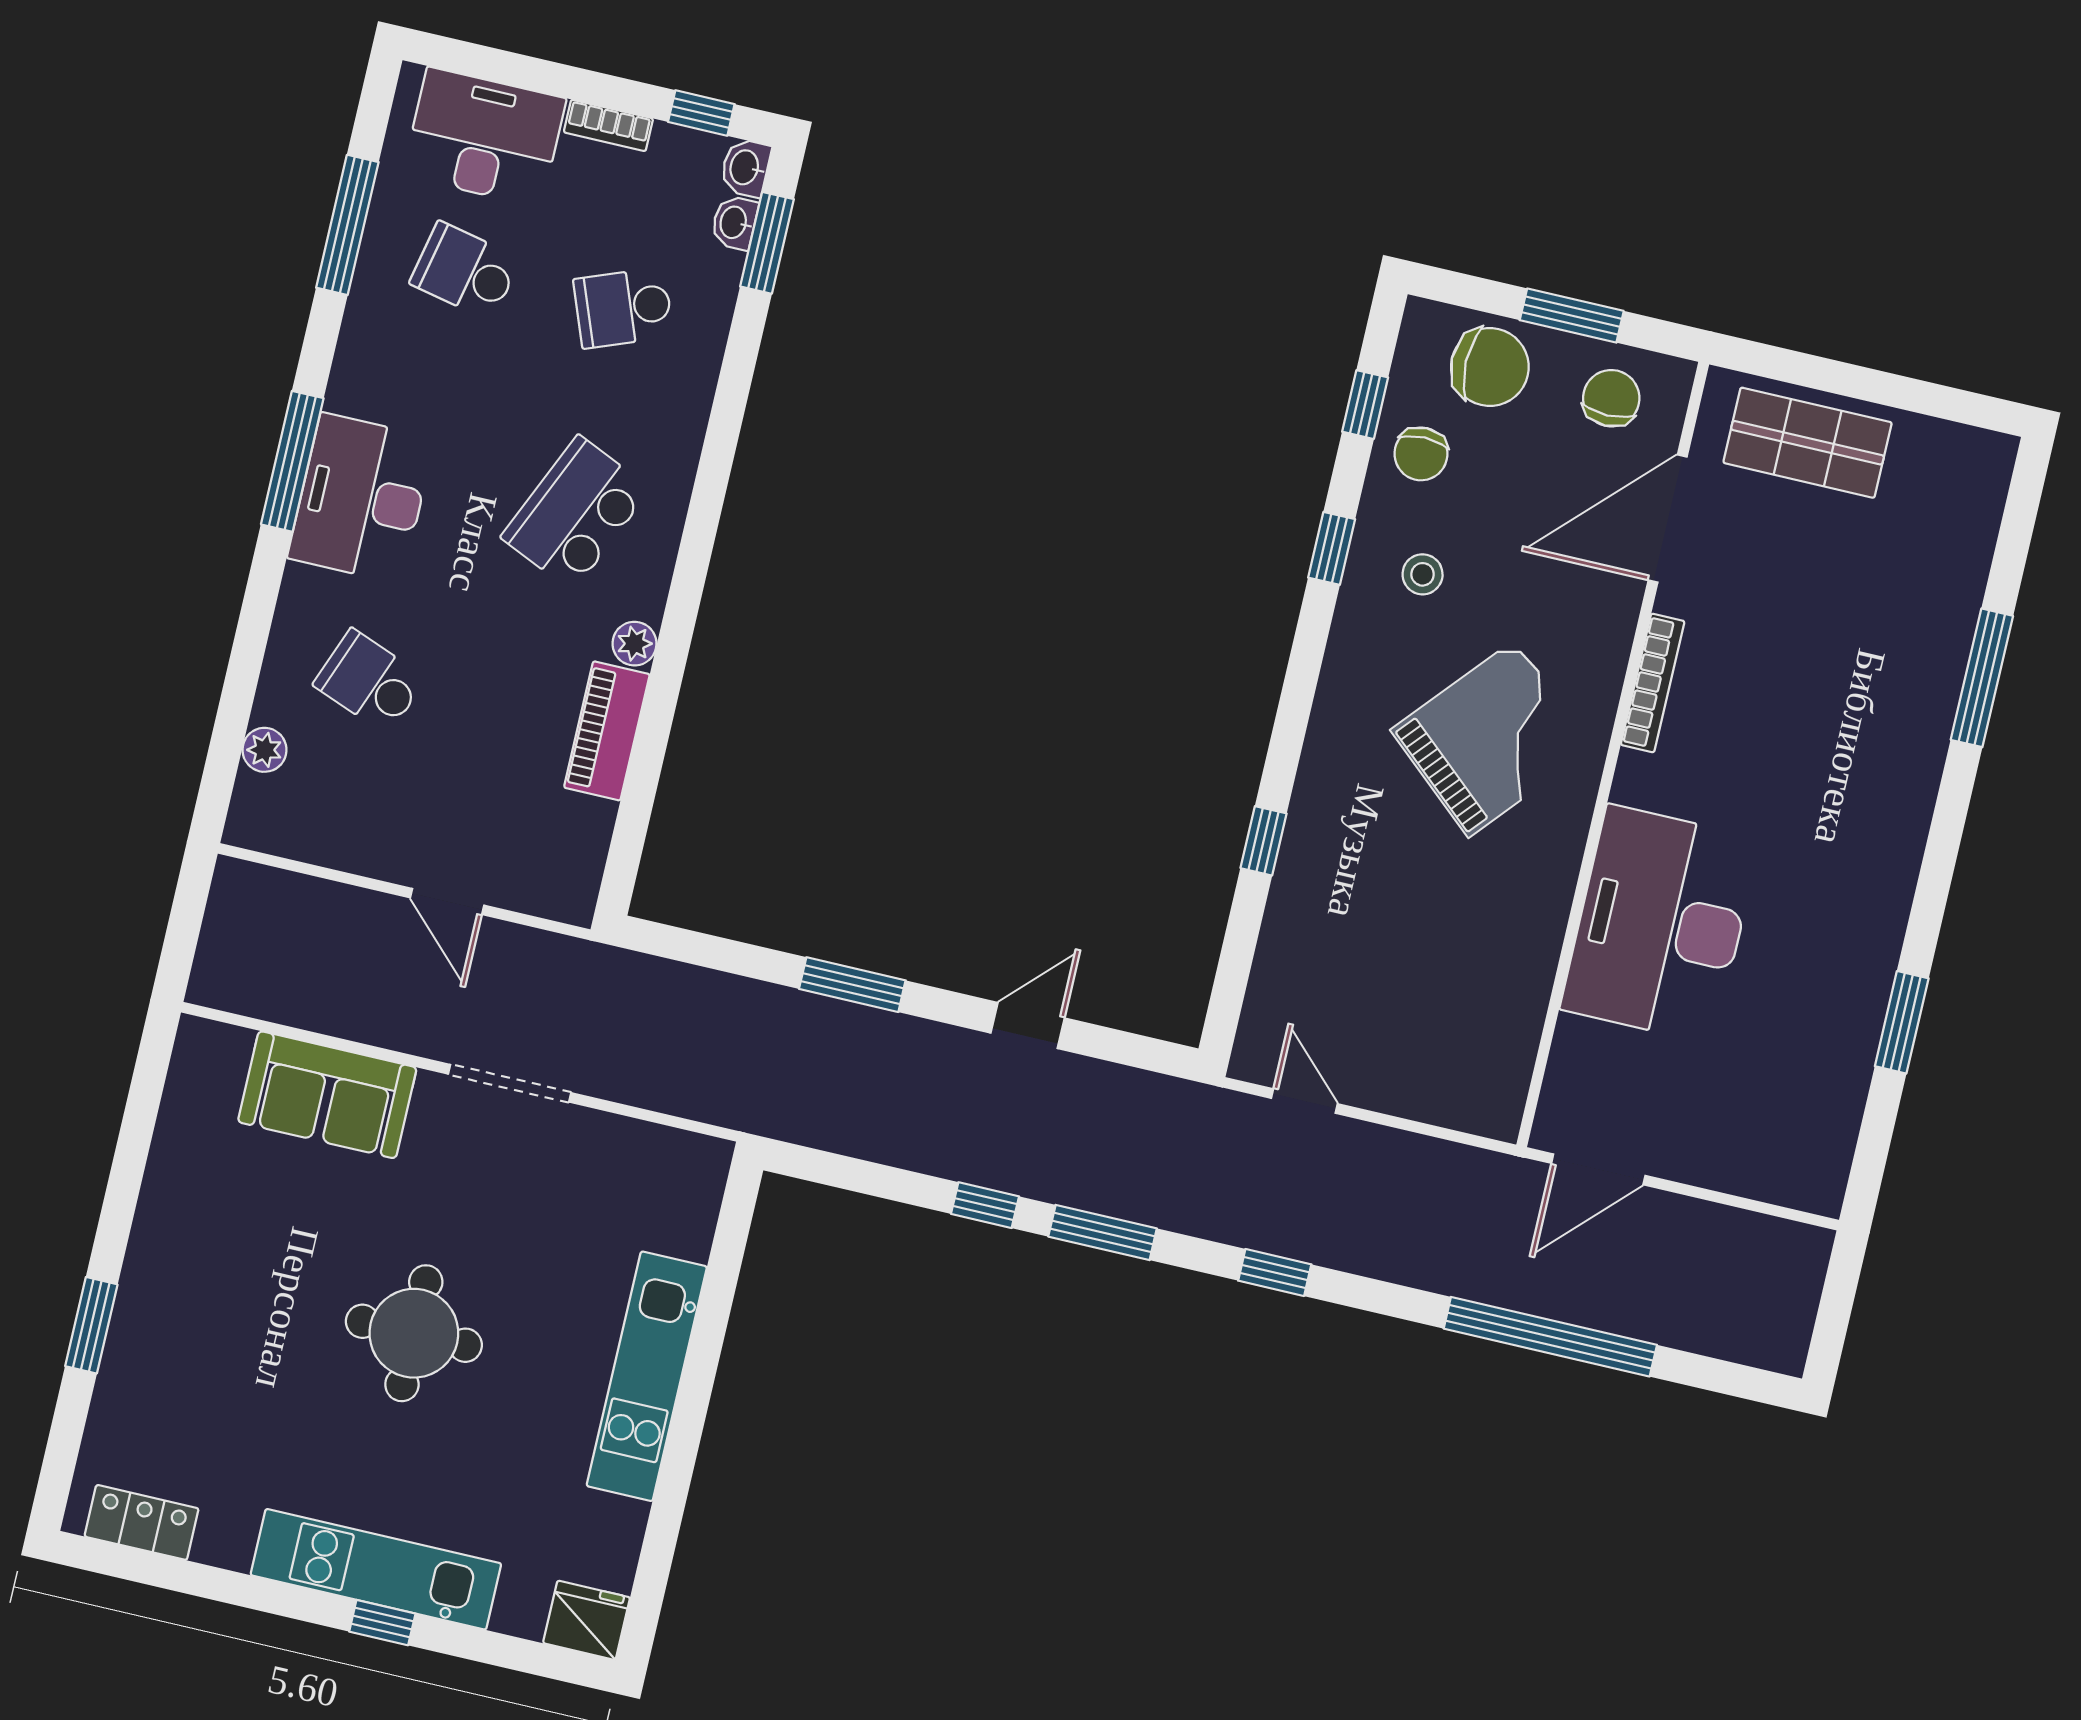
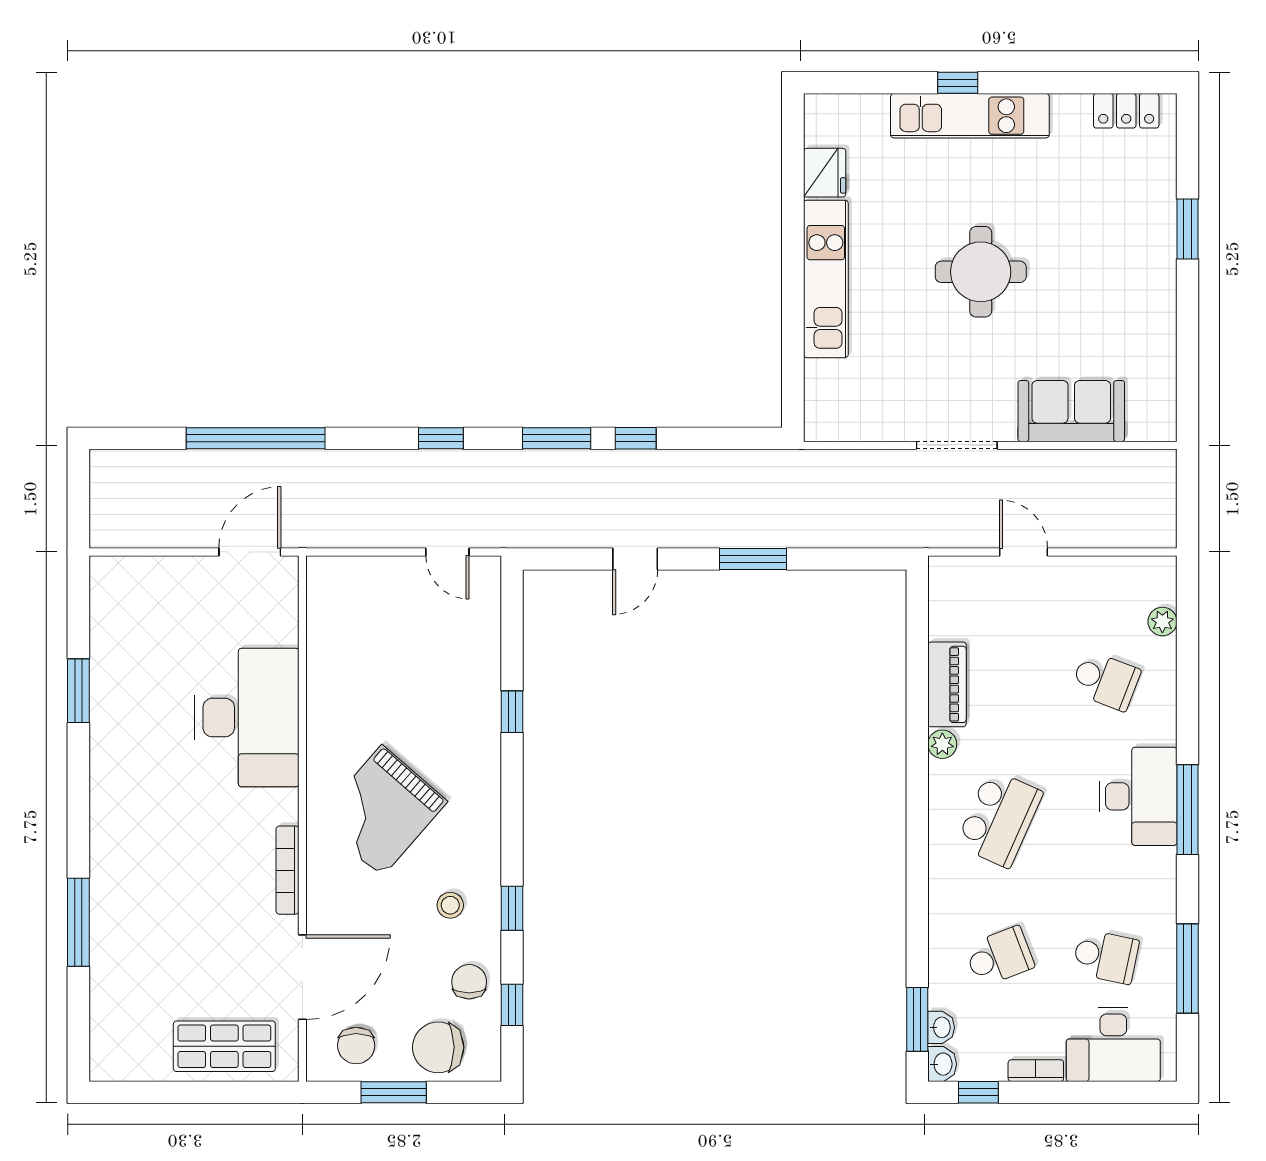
fridge: (587, 1620) -> (825, 173), moved, turned -90

